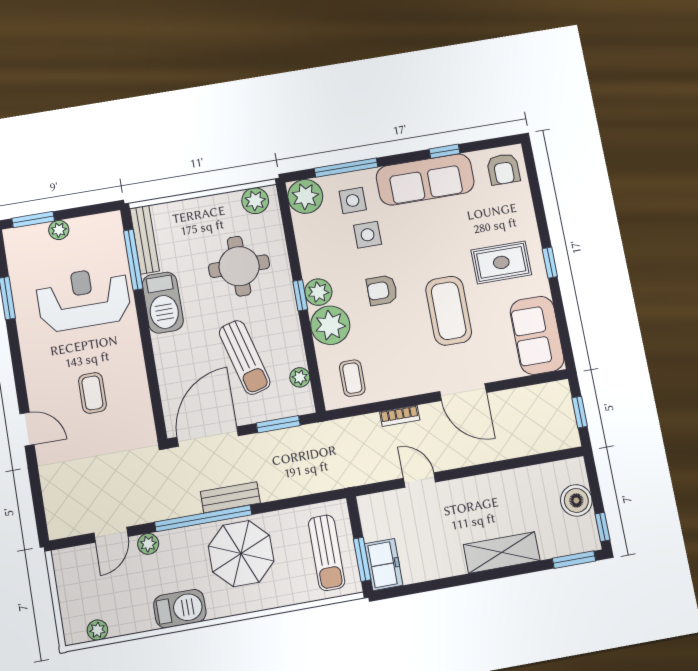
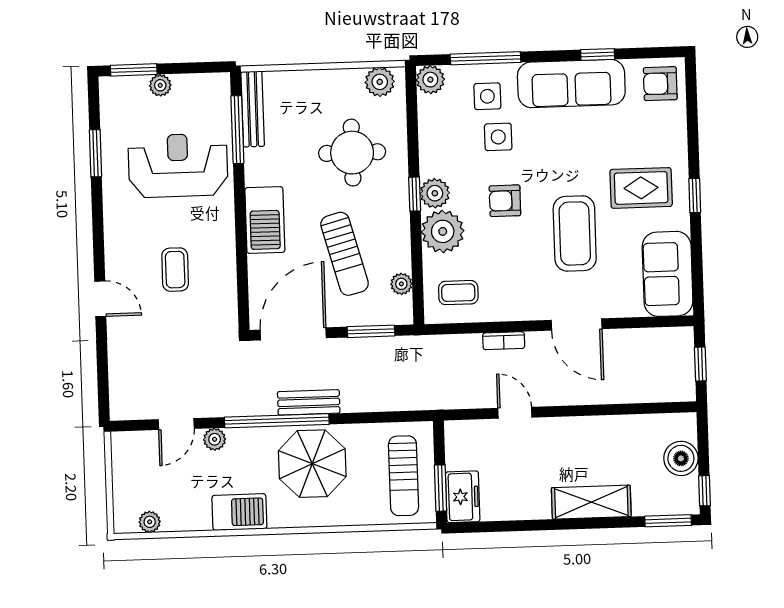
armchair: (503, 169) -> (660, 84), turned 90
plant: (305, 196) -> (430, 80), width x0.73, depth x0.73
barbecue: (163, 303) -> (265, 220), moved
coffee table: (352, 378) -> (458, 293), turned 90

